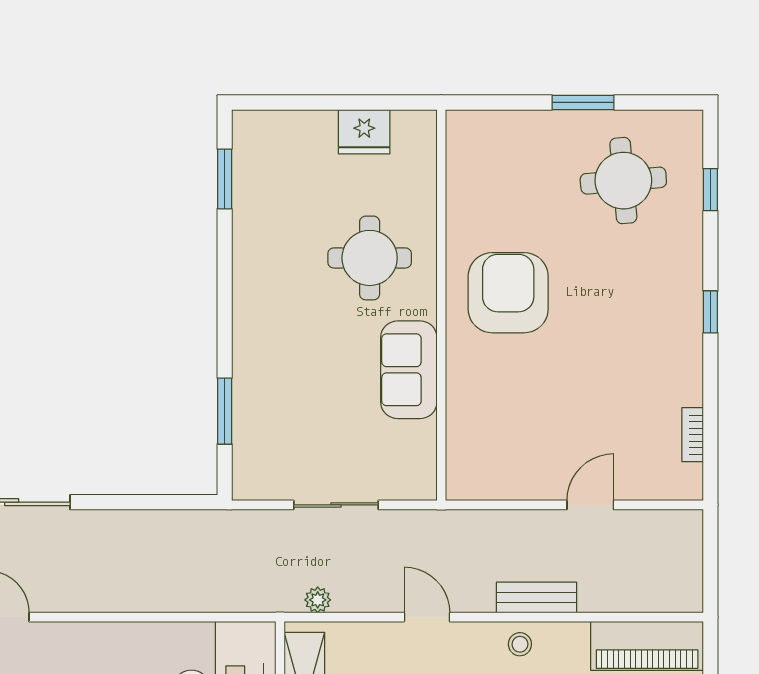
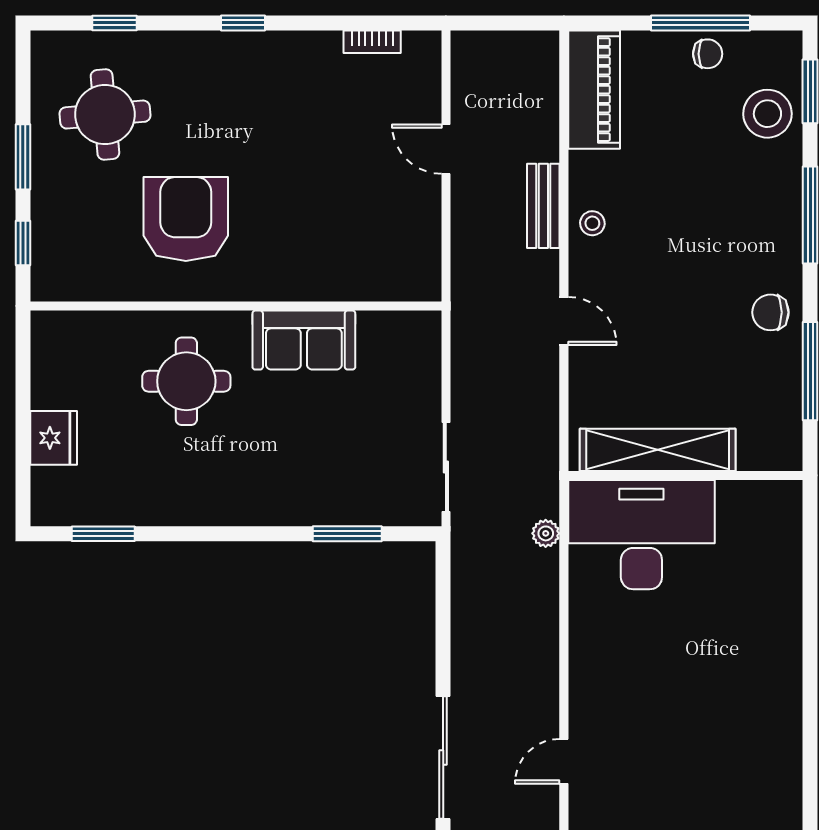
window: (501, 102) -> (23, 243), added
fridge: (364, 132) -> (54, 438), moved
armchair: (508, 293) -> (186, 219), moved, turned 90
sliding door: (336, 505) -> (446, 467), moved
plant: (318, 600) -> (546, 533), moved
door: (427, 617) -> (564, 321), swing flipped

